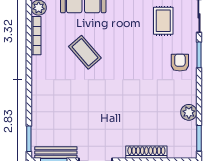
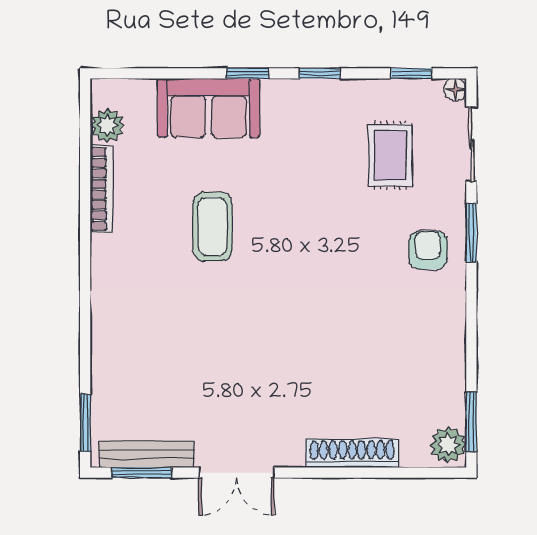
coffee table: (85, 52) -> (212, 227), turned 41
plant: (189, 112) -> (448, 445), moved

